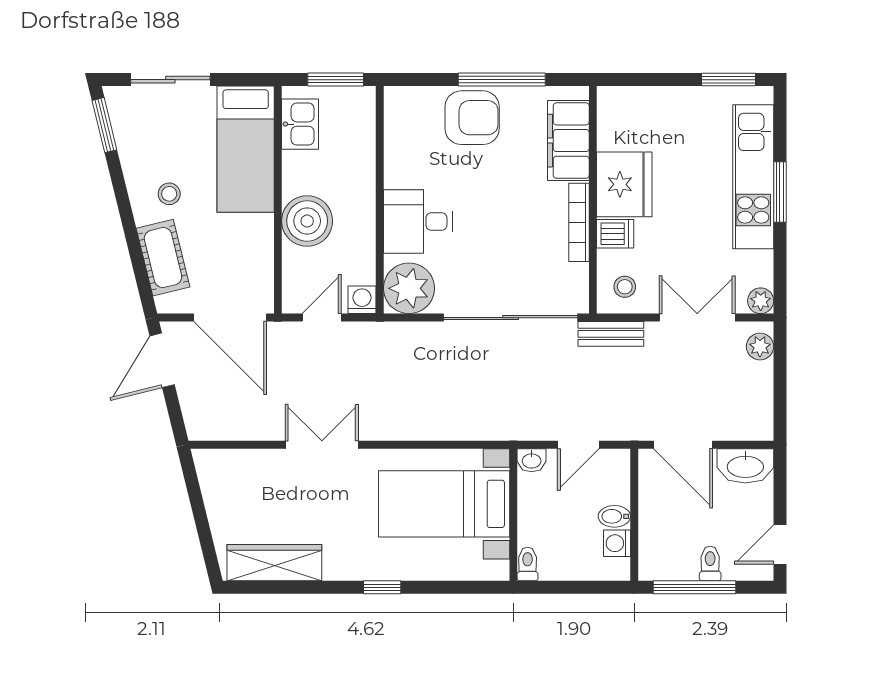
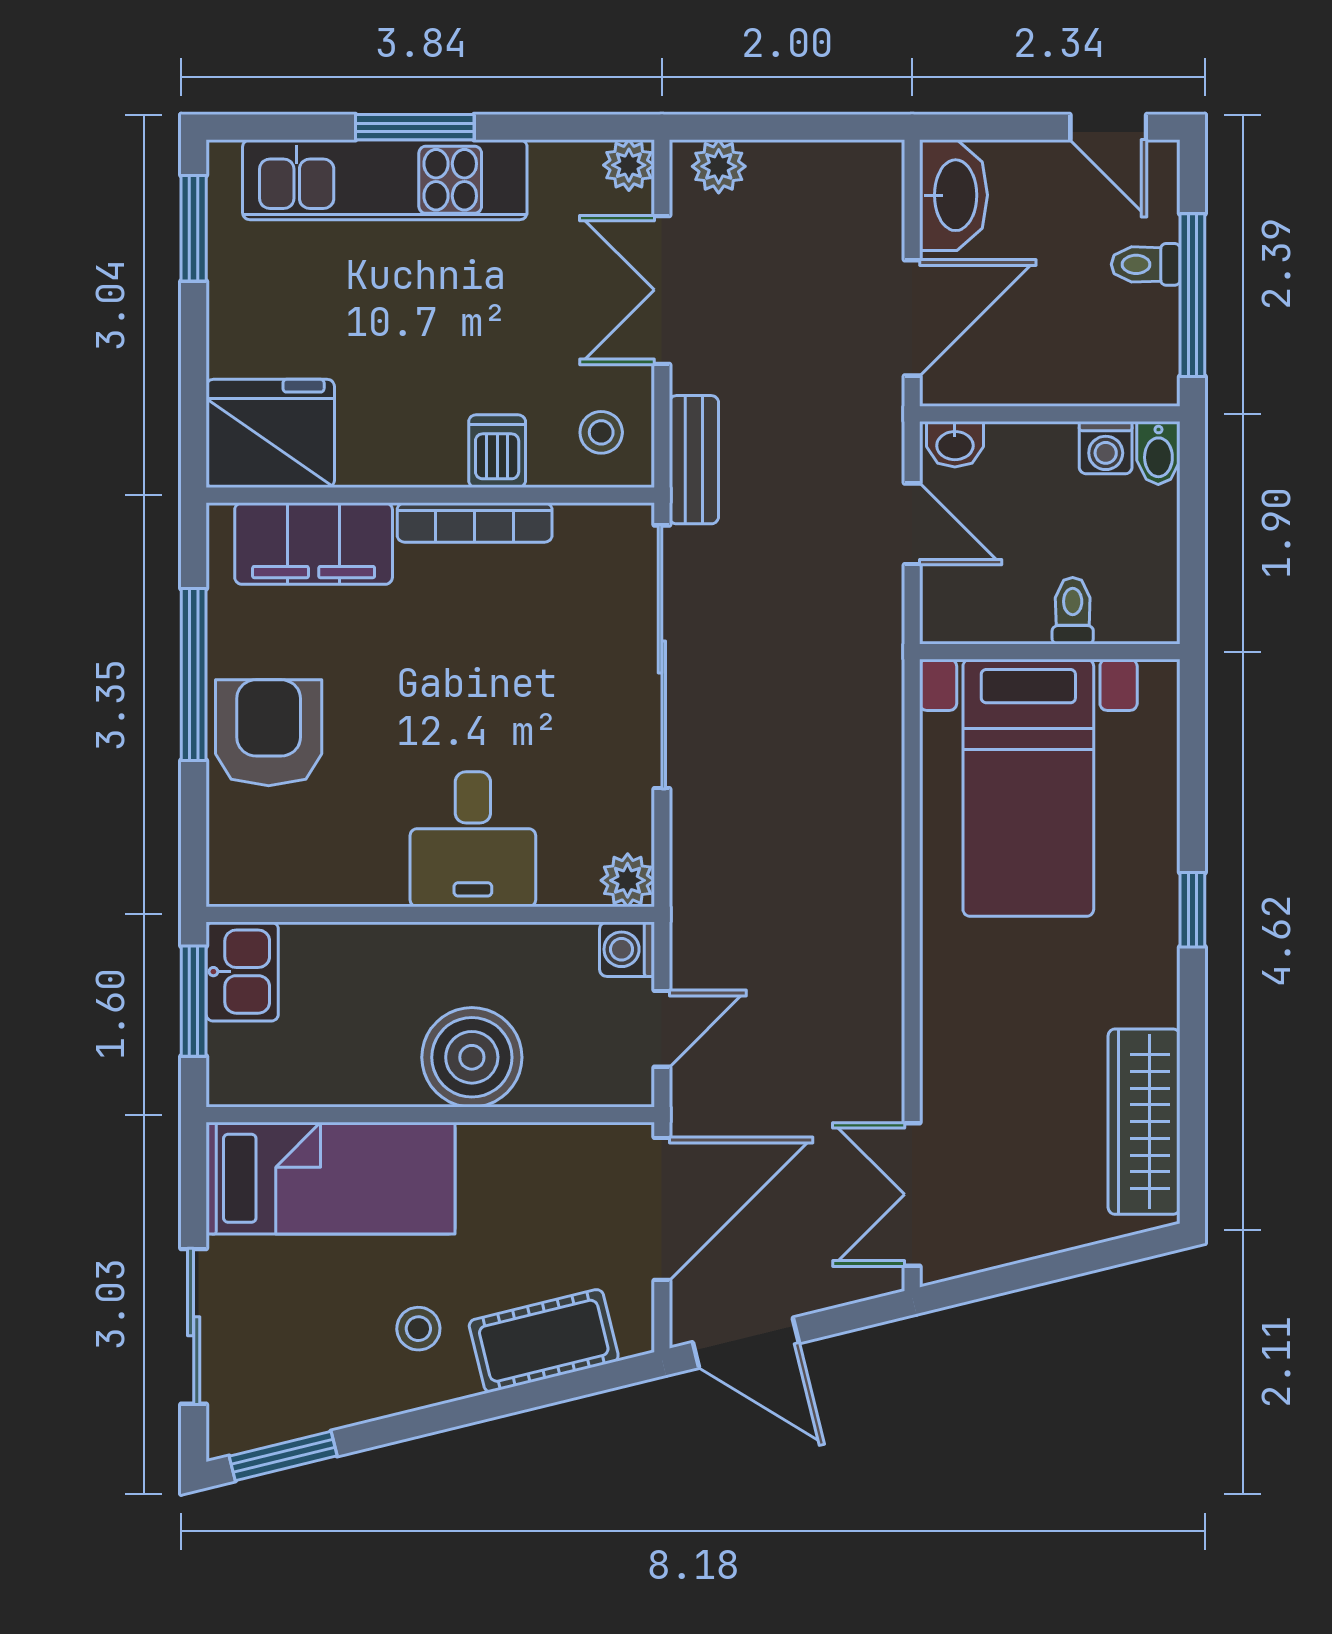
kitchen sink: (300, 124) -> (242, 972), moved, turned 90
fridge: (624, 184) -> (270, 433), moved
plant: (409, 288) -> (628, 880), width x0.53, depth x0.53
door: (322, 318) -> (662, 1029), swing flipped
double door: (322, 445) -> (912, 1194), moved
washbasin: (532, 460) -> (955, 444), moved, turned 90
bidet: (614, 516) -> (1158, 453), moved
toilet: (528, 564) -> (1073, 611), moved, turned 90

